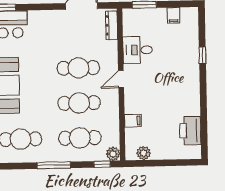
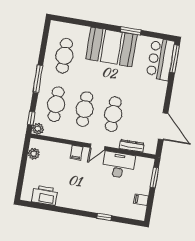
dresser: (112, 25) -> (132, 146), moved
desk: (138, 50) -> (119, 165), width x1.37
door: (121, 79) -> (98, 147), swing flipped
filing cabinet: (133, 121) -> (76, 153), moved

